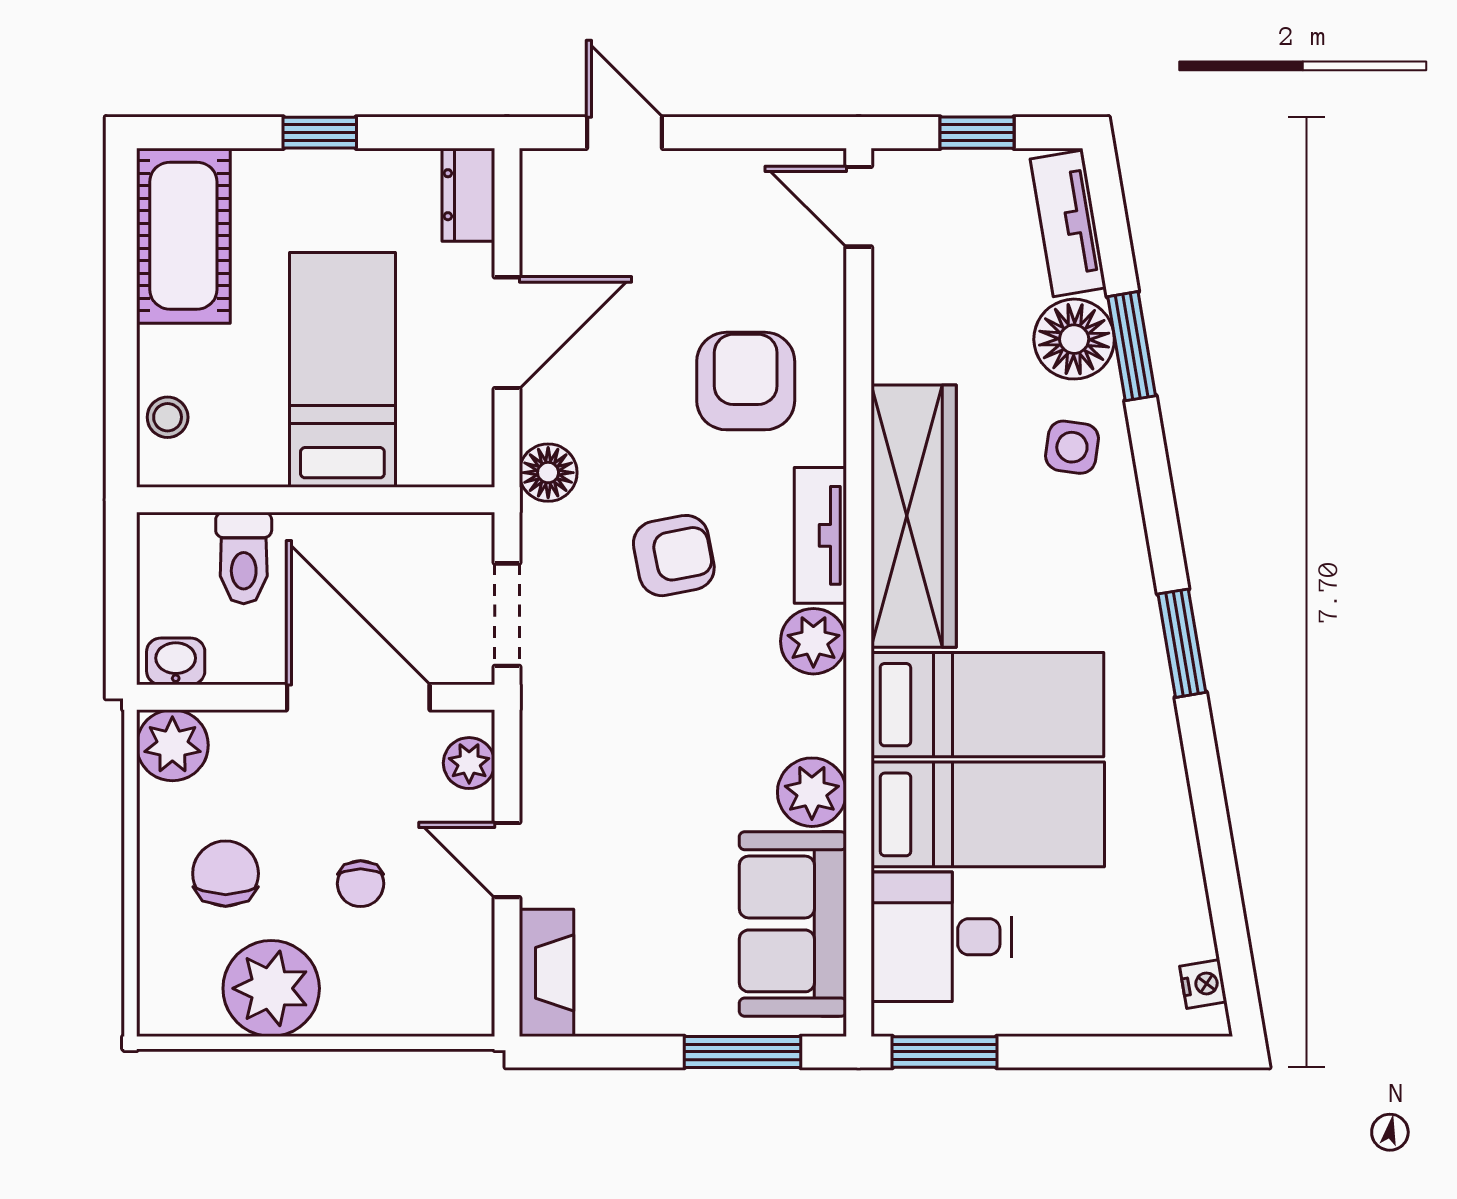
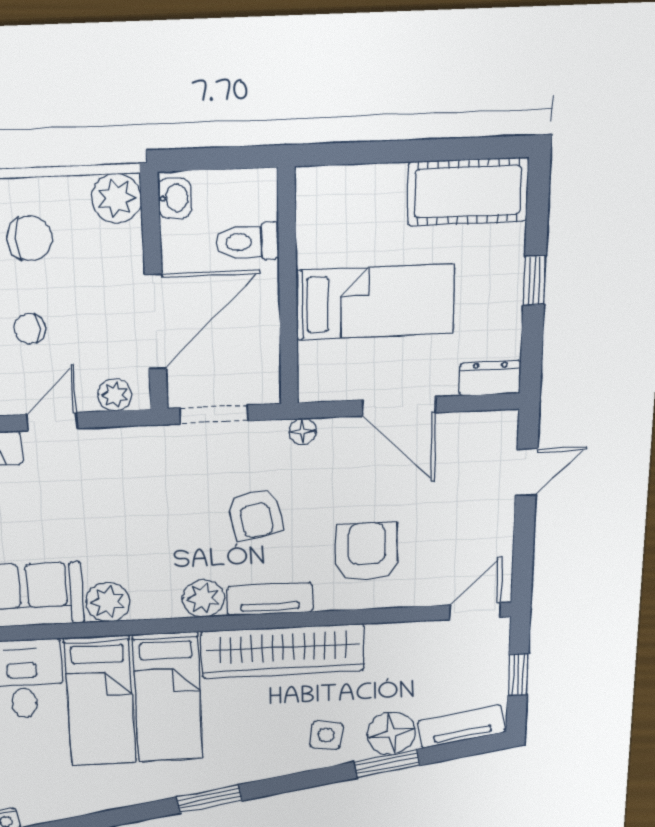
armchair: (746, 381) -> (367, 552), turned -90
stool: (168, 417) -> (343, 186), removed
floor lamp: (548, 473) -> (303, 431), width x0.73, depth x0.73

